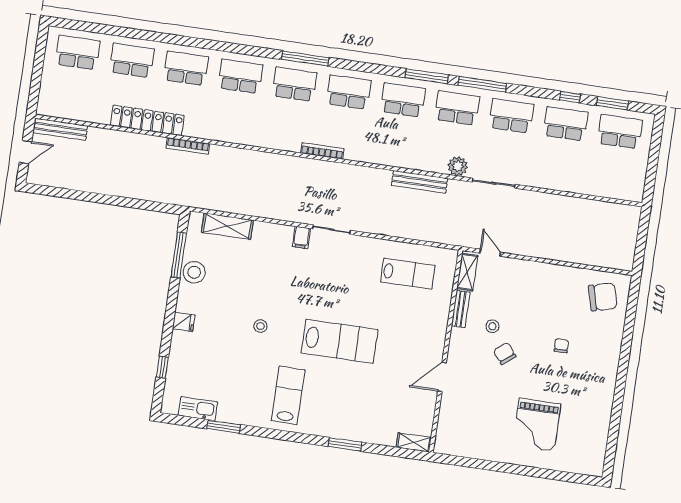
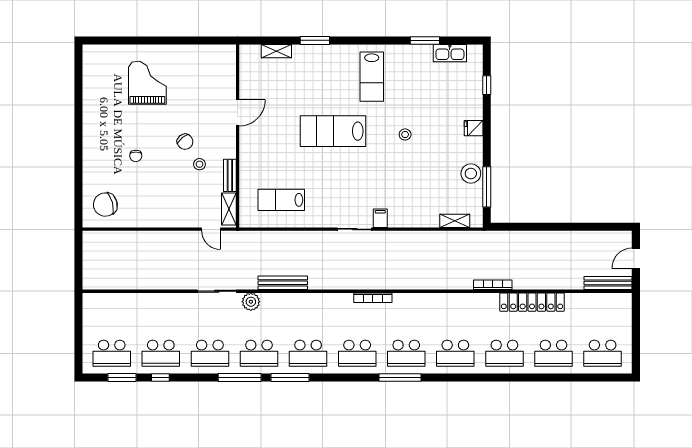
shelving: (227, 226) -> (455, 221), width x0.67, depth x0.75
shelving: (414, 442) -> (276, 51), moved

